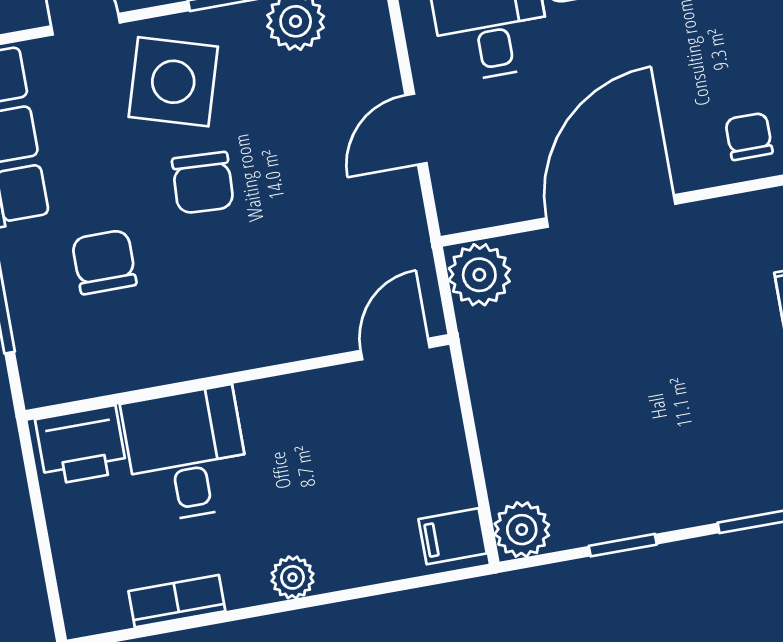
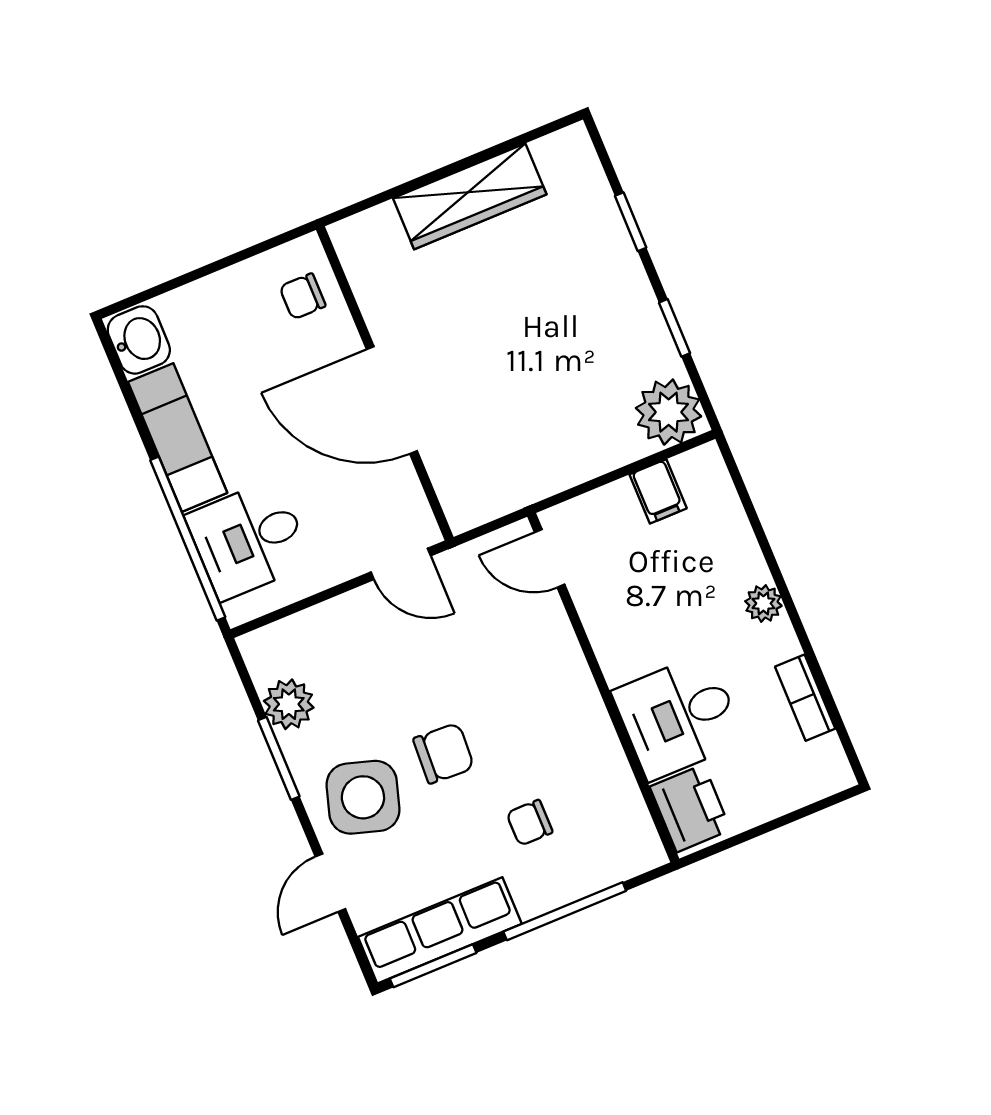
door: (416, 129) -> (401, 564), moved
chair: (104, 262) -> (529, 823), width x0.73, depth x0.73
plant: (479, 275) -> (471, 500), removed
plant: (522, 530) -> (669, 412), width x1.36, depth x1.36
filing cabinet: (453, 536) -> (658, 491), moved

